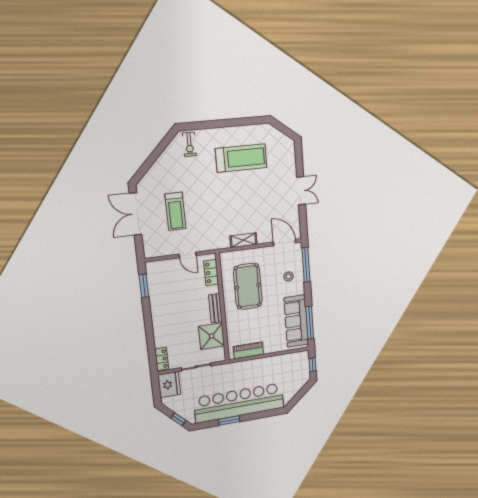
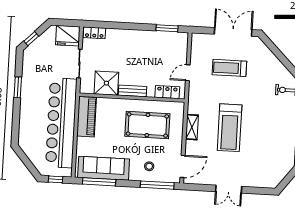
treadmill: (241, 158) -> (230, 128), moved
piano: (248, 350) -> (87, 117), width x1.37, depth x1.33
bar counter: (239, 403) -> (61, 123), moved, turned 180

